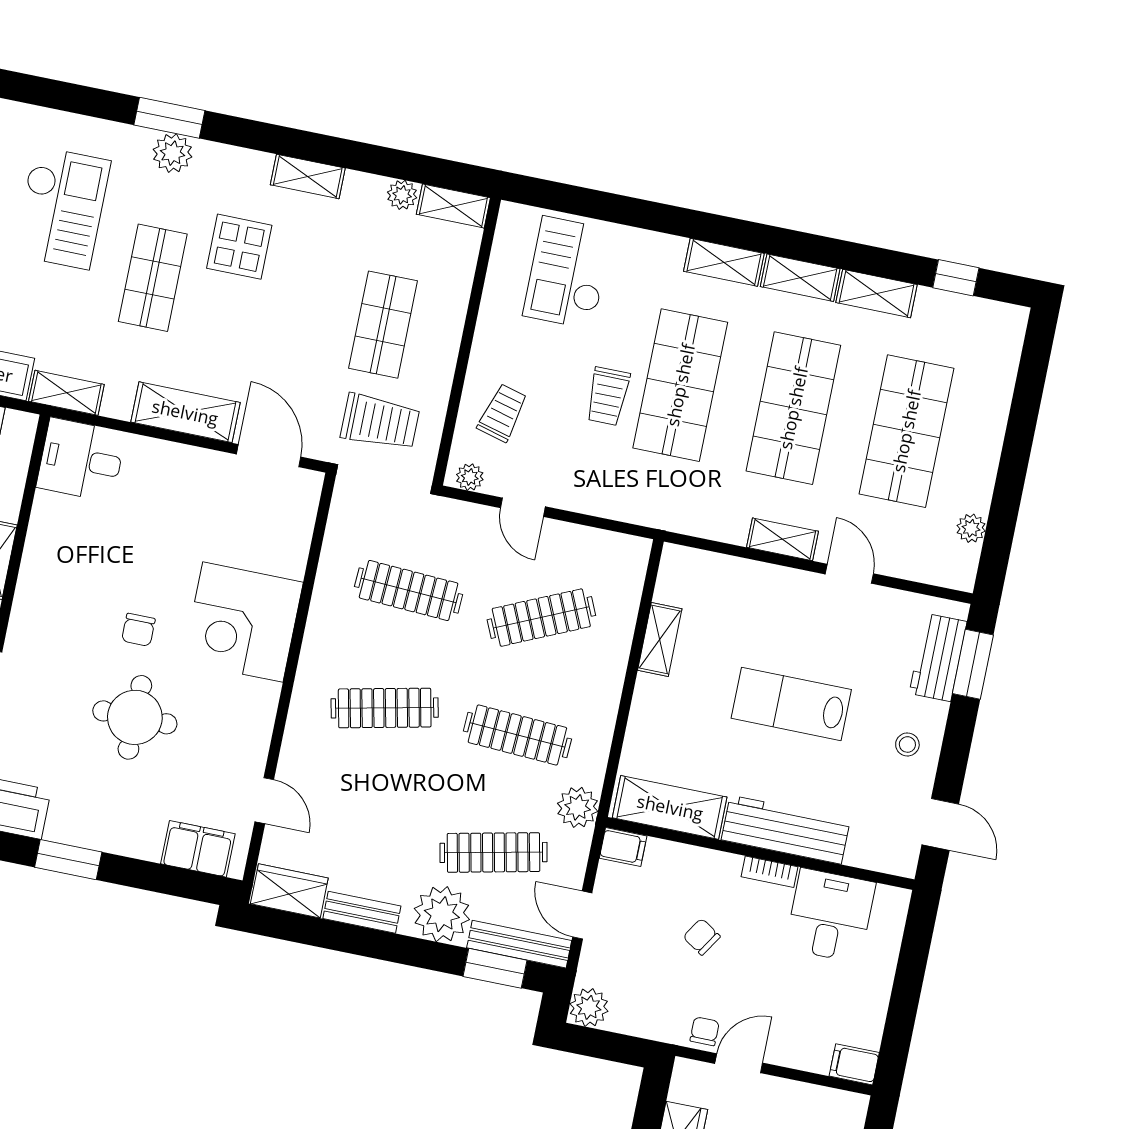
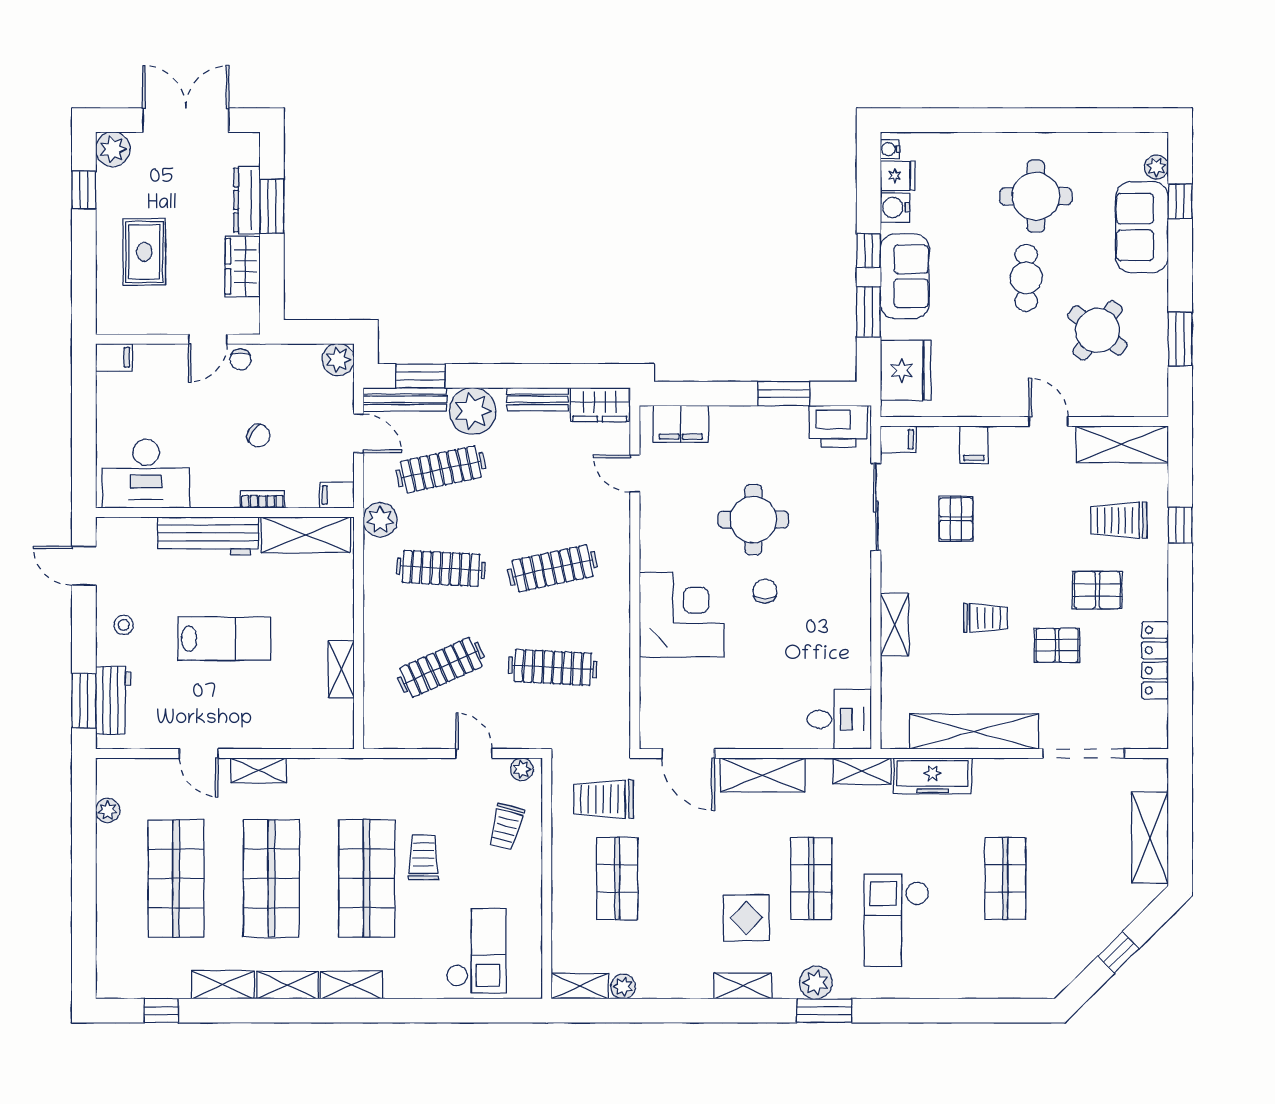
shelving: (308, 176) -> (743, 986), moved
bookcase: (769, 872) -> (262, 499), moved
desk: (830, 916) -> (146, 474), width x1.37

